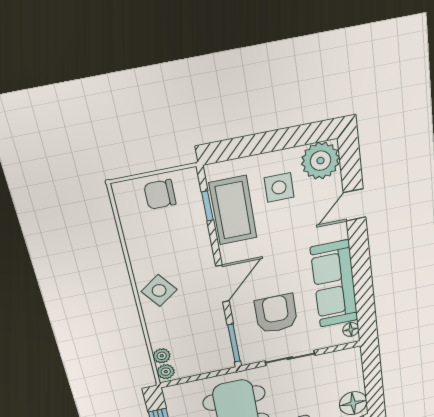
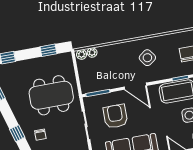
side table: (159, 291) -> (147, 58), moved
armchair: (276, 314) -> (115, 116), turned -90

